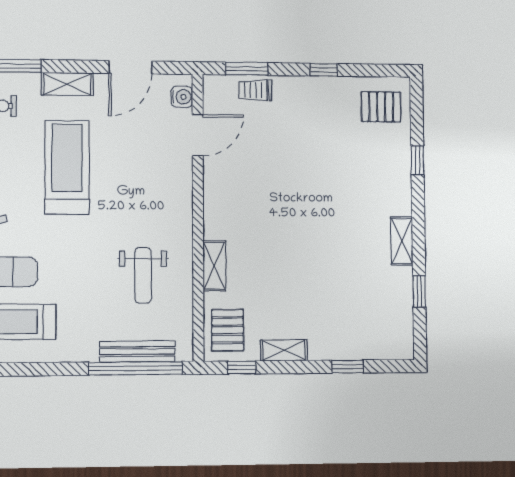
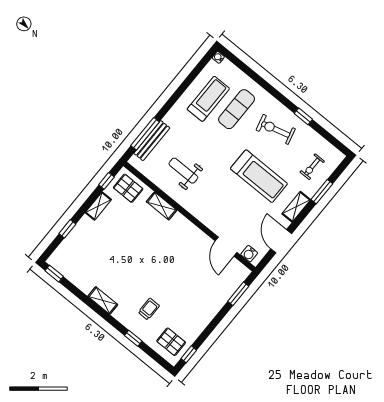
window: (324, 70) -> (189, 354), moved
trolley: (255, 90) -> (149, 309), moved
pallet: (381, 107) -> (171, 342), turned 90
window: (419, 291) -> (54, 274), moved
window: (136, 368) -> (145, 134), width x0.68

